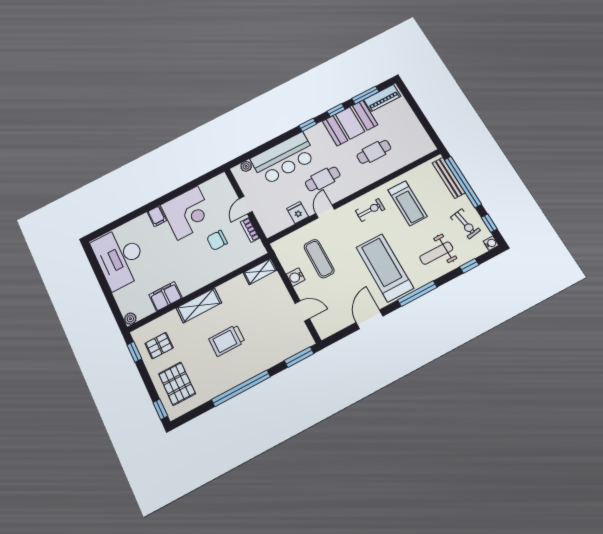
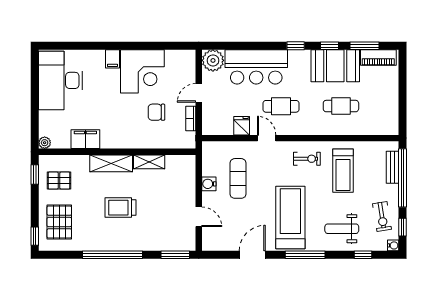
plant: (246, 166) -> (213, 60), width x1.88, depth x1.88
bench: (449, 178) -> (392, 167), width x0.73
door: (325, 211) -> (267, 138), hinge flipped
shelving: (260, 271) -> (149, 162), moved

